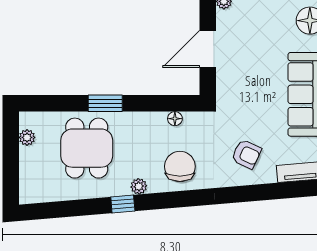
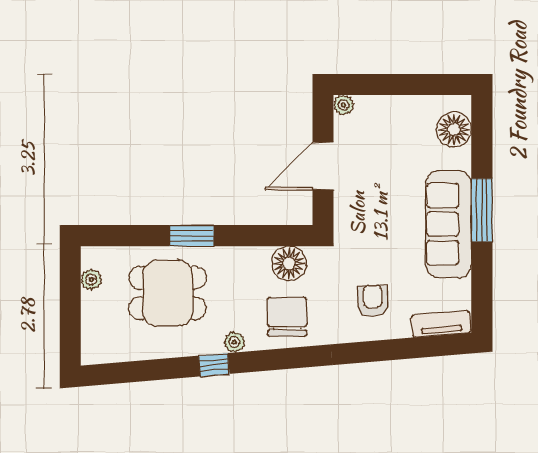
floor lamp: (175, 119) -> (289, 263), width x1.89, depth x1.89
dining table: (87, 148) -> (168, 293), turned 90
armchair: (246, 154) -> (372, 301), turned -115

